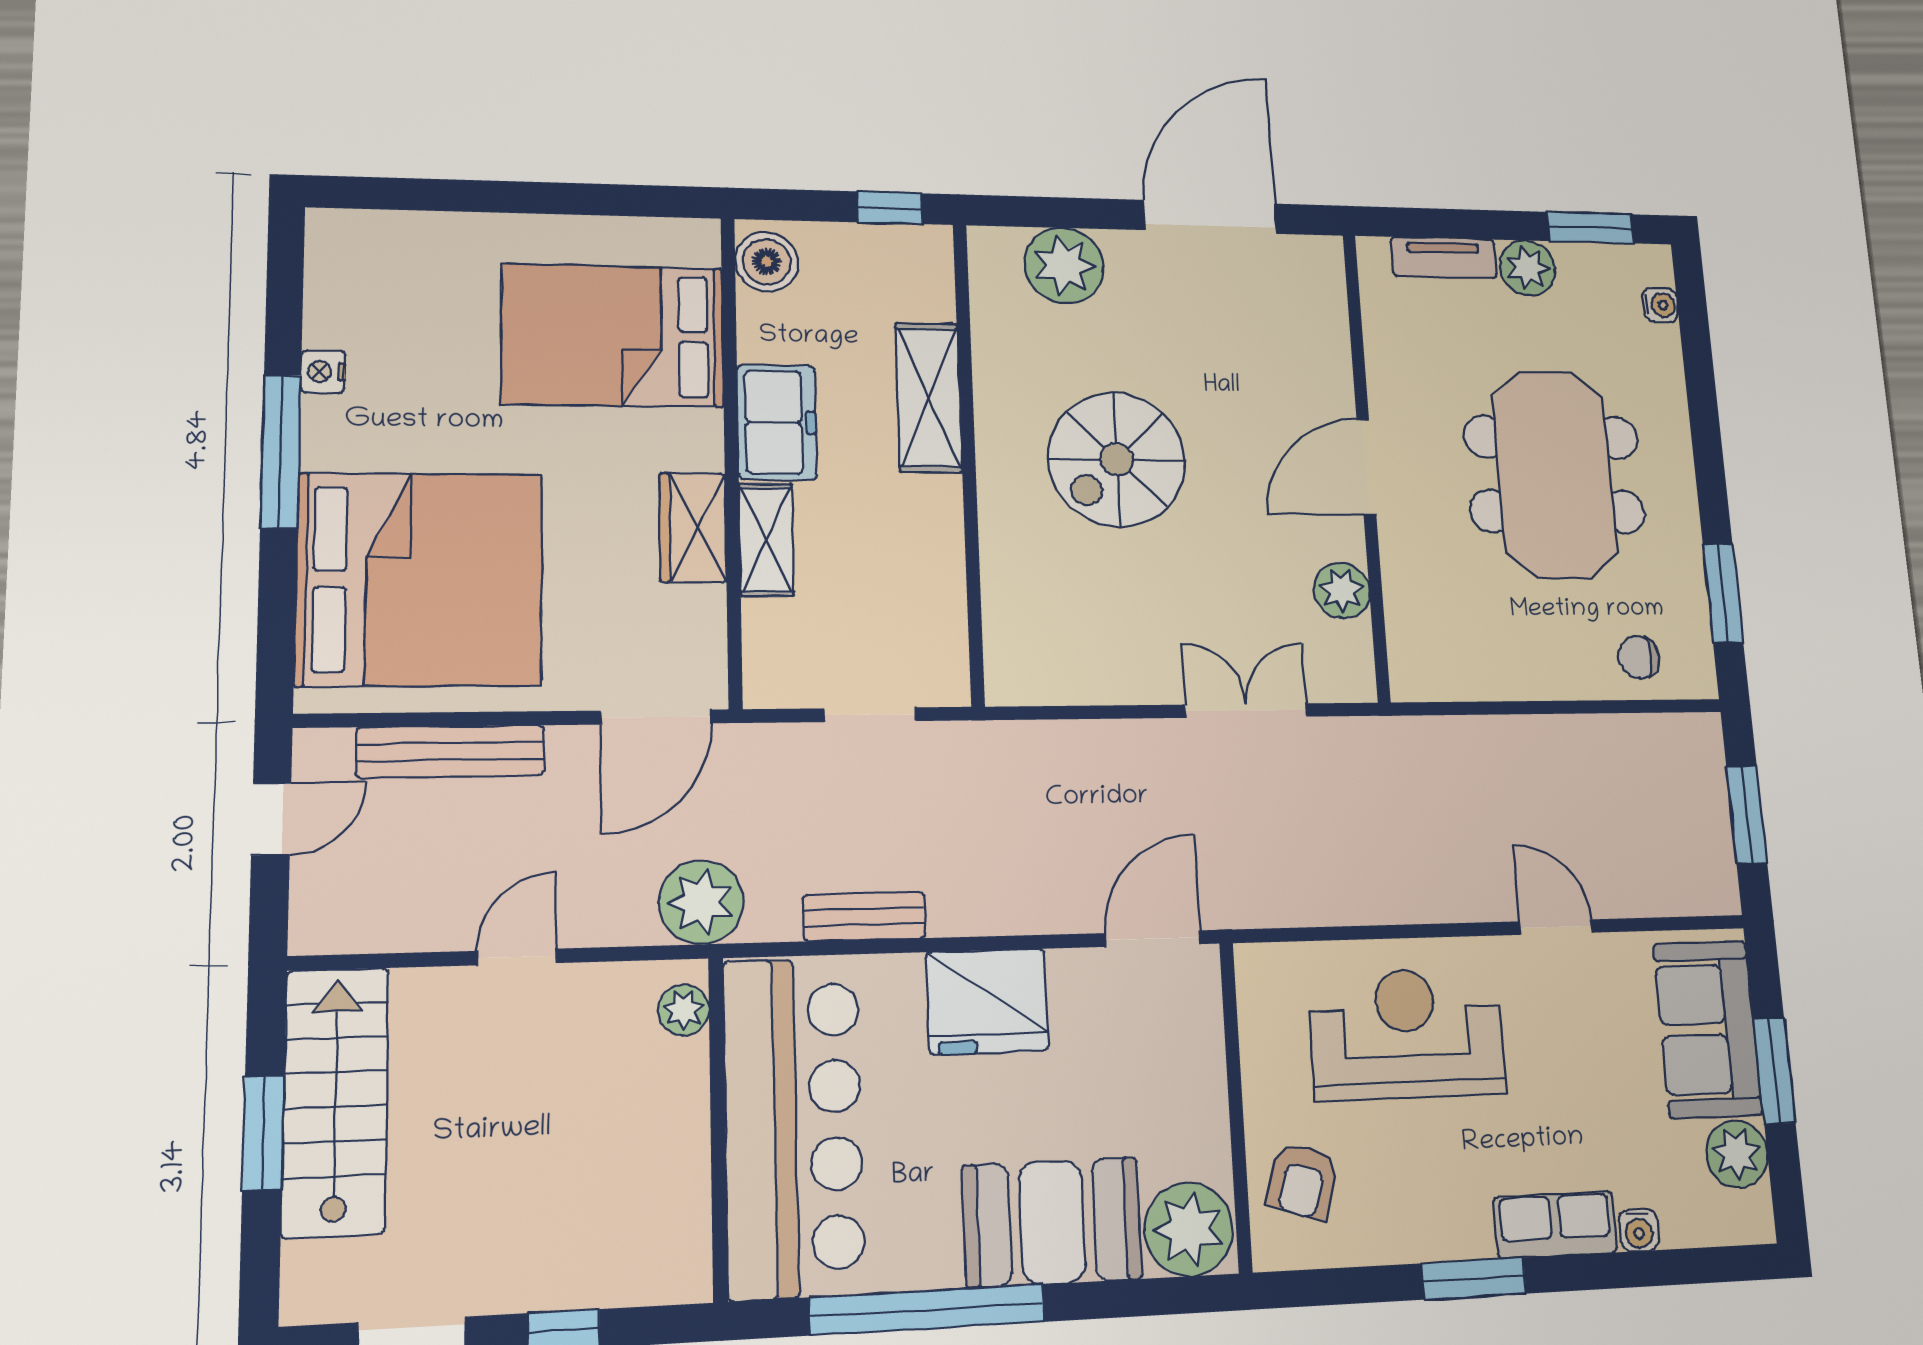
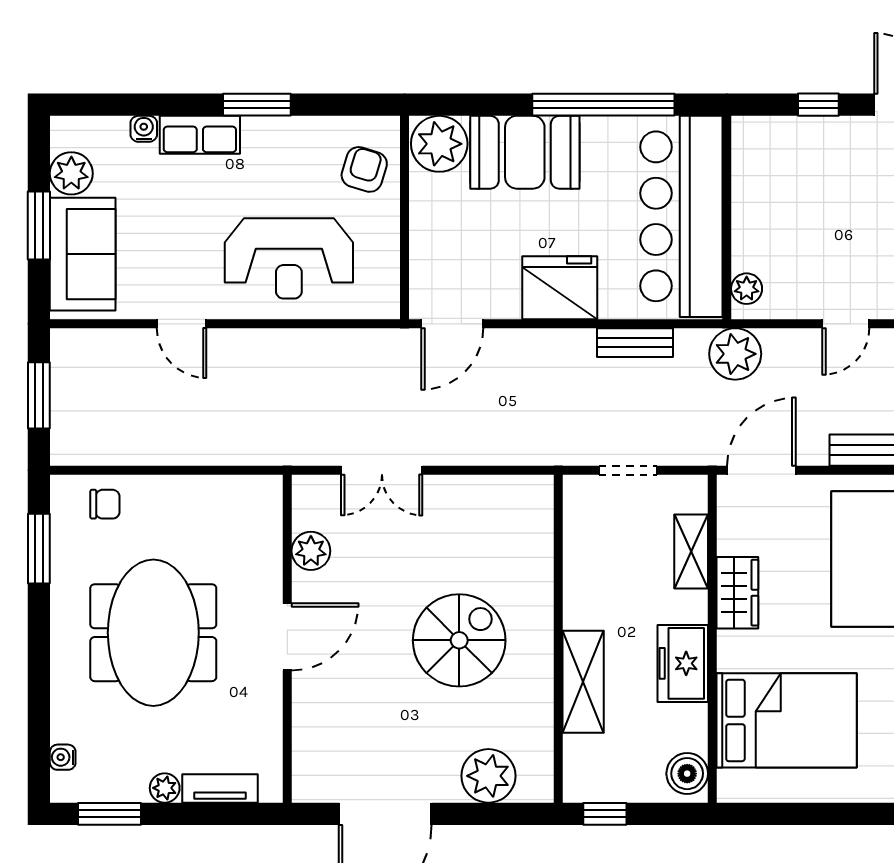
plant: (1527, 268) -> (165, 788), width x0.73, depth x0.73
shelving: (766, 540) -> (691, 552), moved

